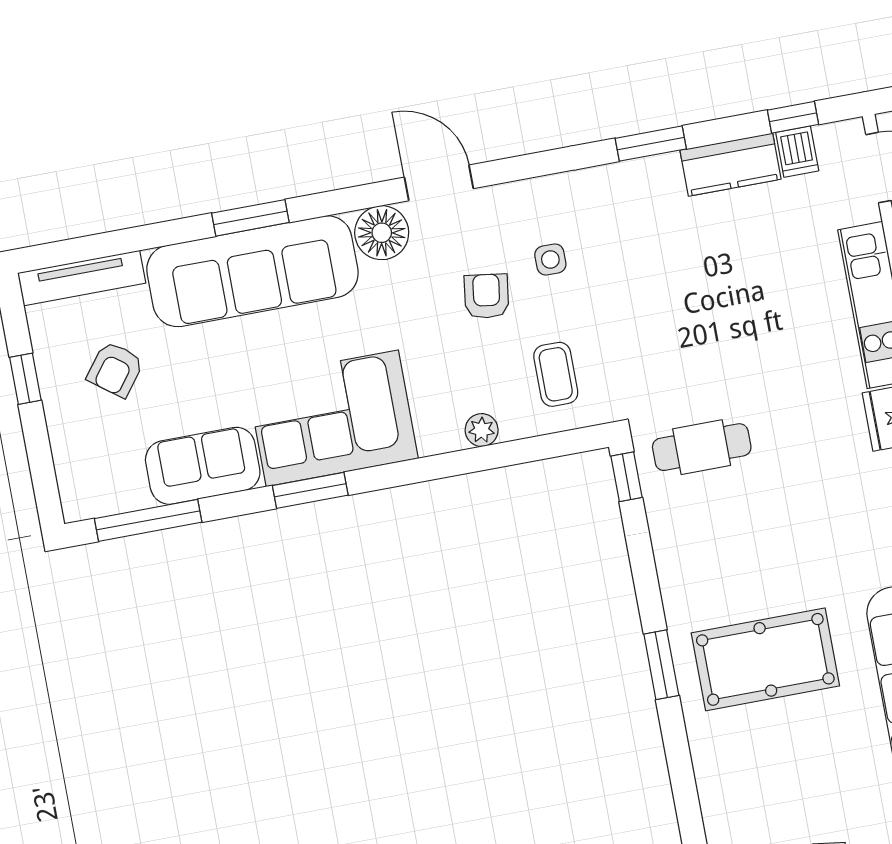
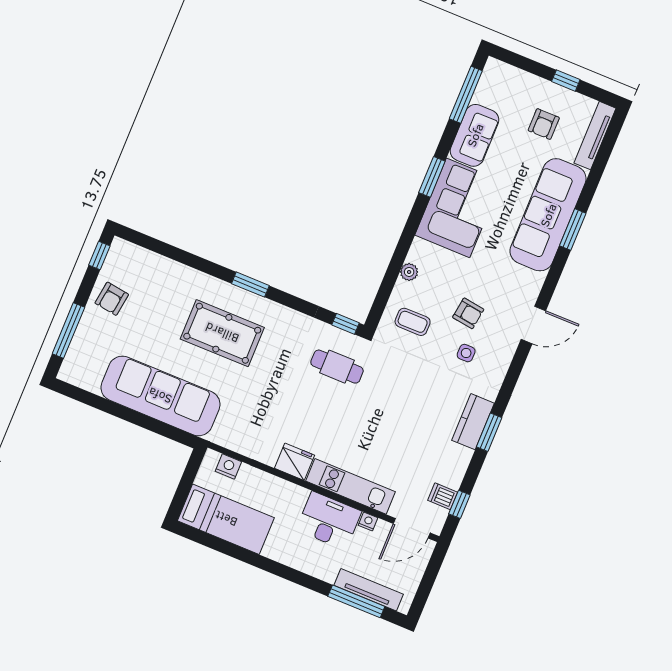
kitchen counter: (730, 165) -> (473, 422), moved
floor lamp: (382, 233) -> (528, 285), removed
armchair: (115, 369) -> (544, 124), turned -127
cafe table: (702, 447) -> (337, 367), turned 90
pool table: (765, 659) -> (222, 333), turned 90

